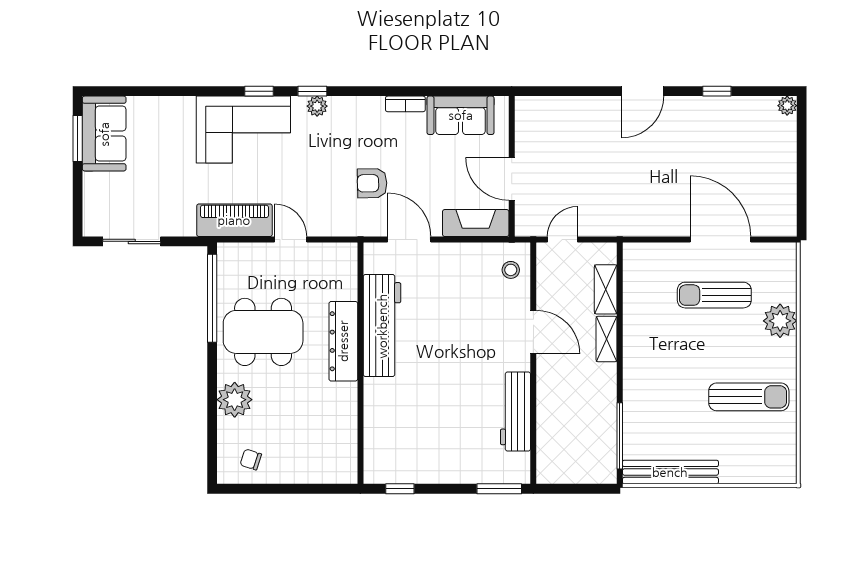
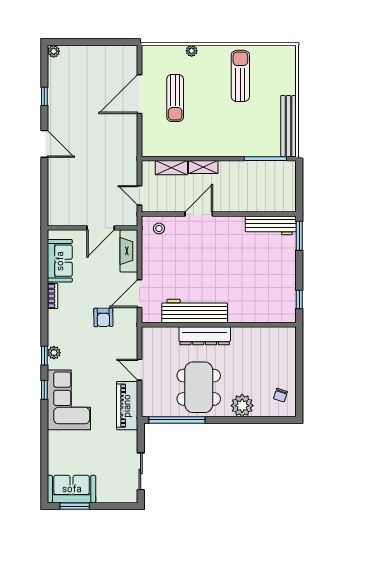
door: (291, 240) -> (139, 370), hinge flipped
plant: (780, 321) -> (192, 51), width x0.53, depth x0.53
workbench: (516, 412) -> (271, 225), moved

